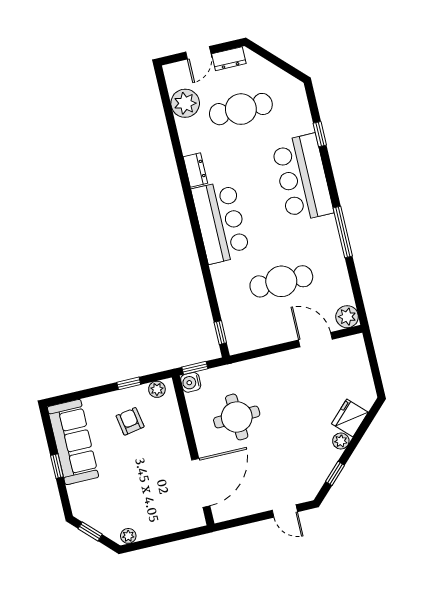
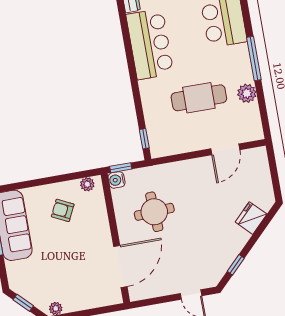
plant: (347, 317) -> (247, 93), moved
door: (315, 340) -> (225, 149), swing flipped
window: (129, 383) -> (63, 178), removed
armchair: (130, 421) -> (63, 210), turned -54
plant: (341, 441) -> (242, 237), removed

